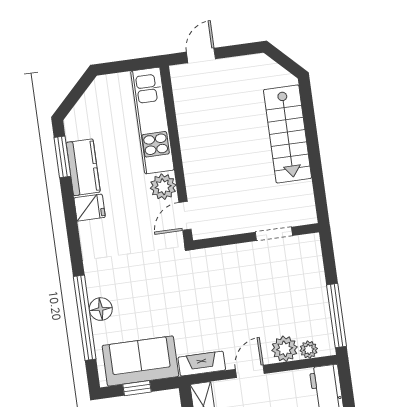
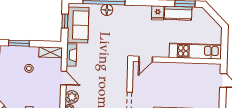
plant: (163, 187) -> (162, 51), removed
door: (185, 216) -> (146, 59), swing flipped

